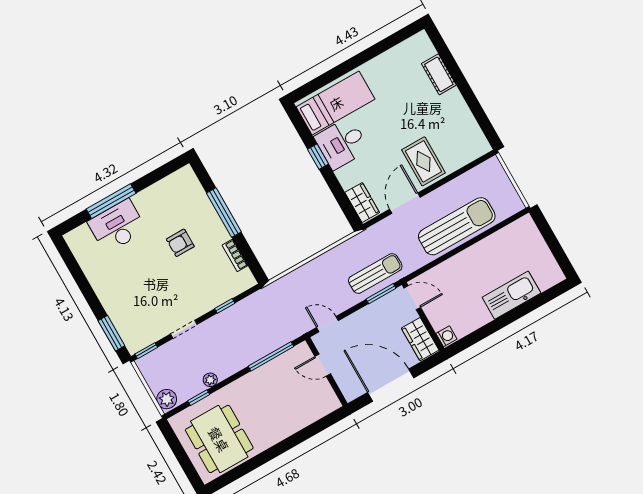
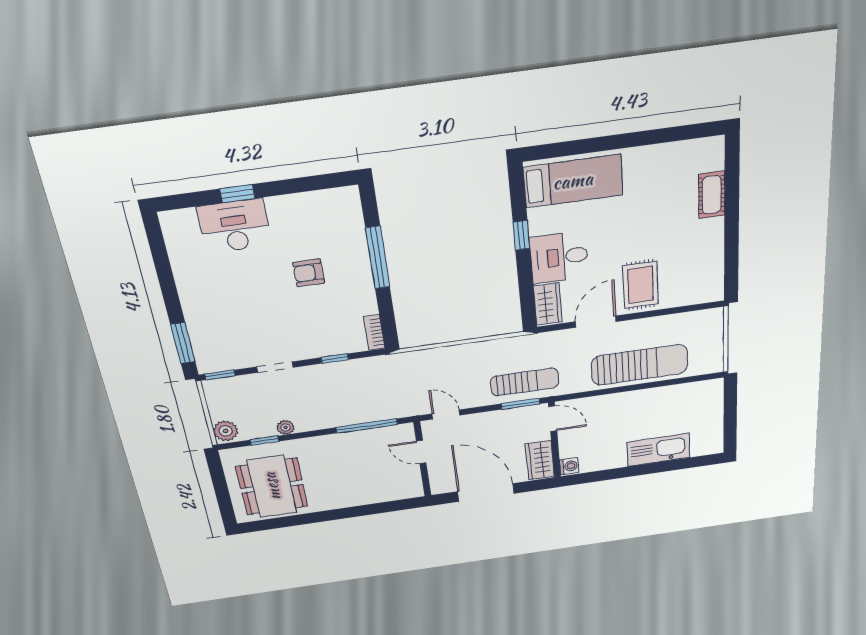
desk: (342, 143) -> (559, 257), moved
window: (111, 201) -> (237, 194), width x0.46
bookcase: (235, 255) -> (374, 333), moved

